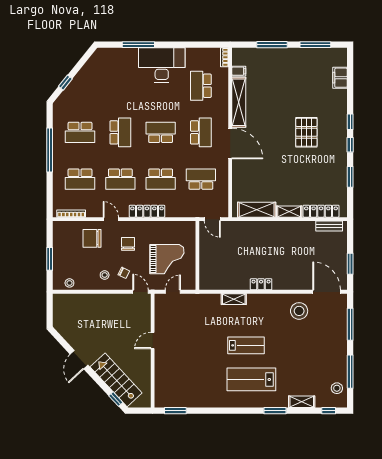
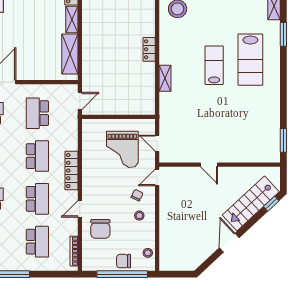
chair: (128, 244) -> (124, 261), moved
window: (50, 259) -> (122, 274), width x2.11
grand piano: (167, 259) -> (122, 149), turned 180
door: (79, 360) -> (229, 243), swing flipped

